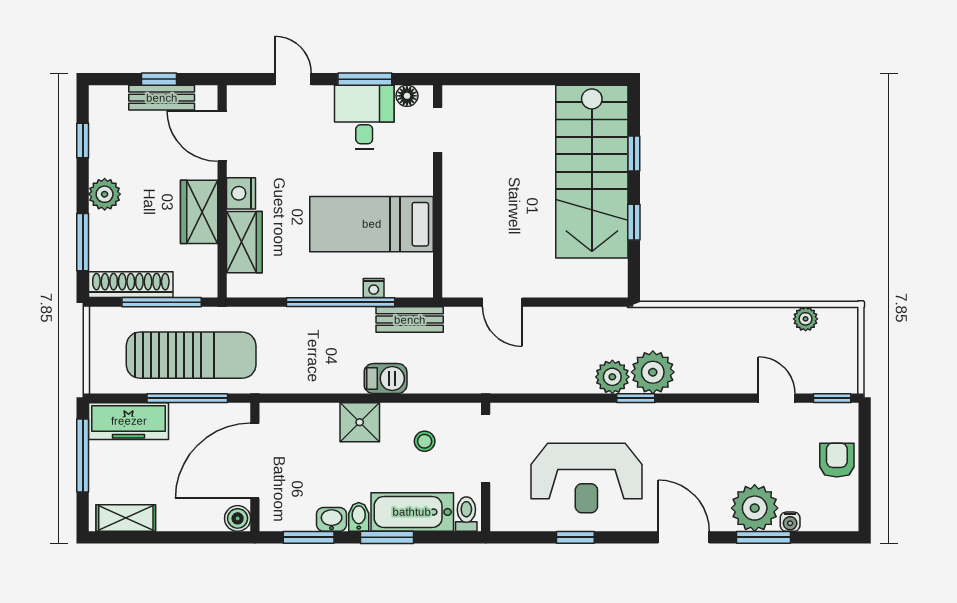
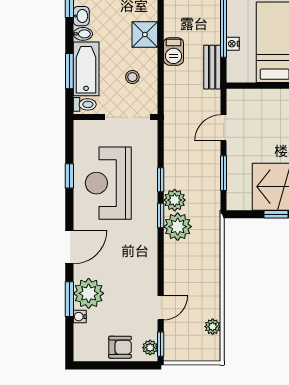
window: (571, 302) -> (224, 173), added
window: (581, 398) -> (161, 180), added
plant: (837, 414) -> (150, 348), added
window: (387, 537) -> (69, 71), moved

